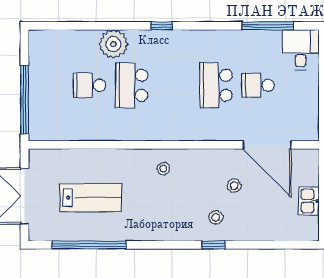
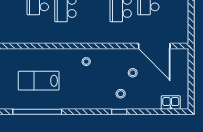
lab bench: (91, 198) -> (39, 81), turned 180
kitchen sink: (309, 201) -> (171, 102), moved, turned 90

